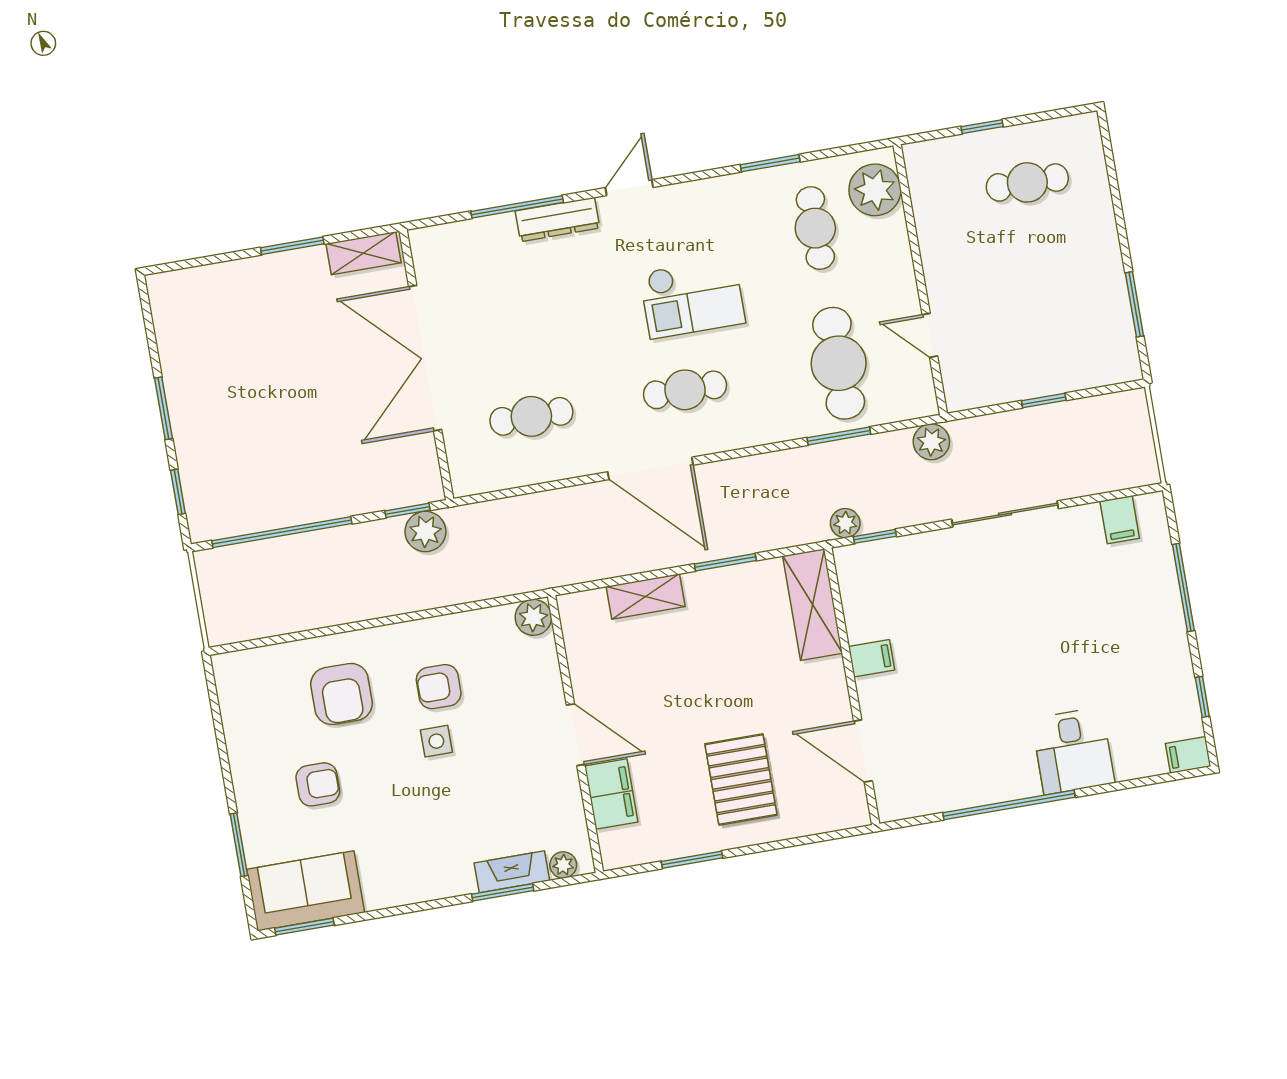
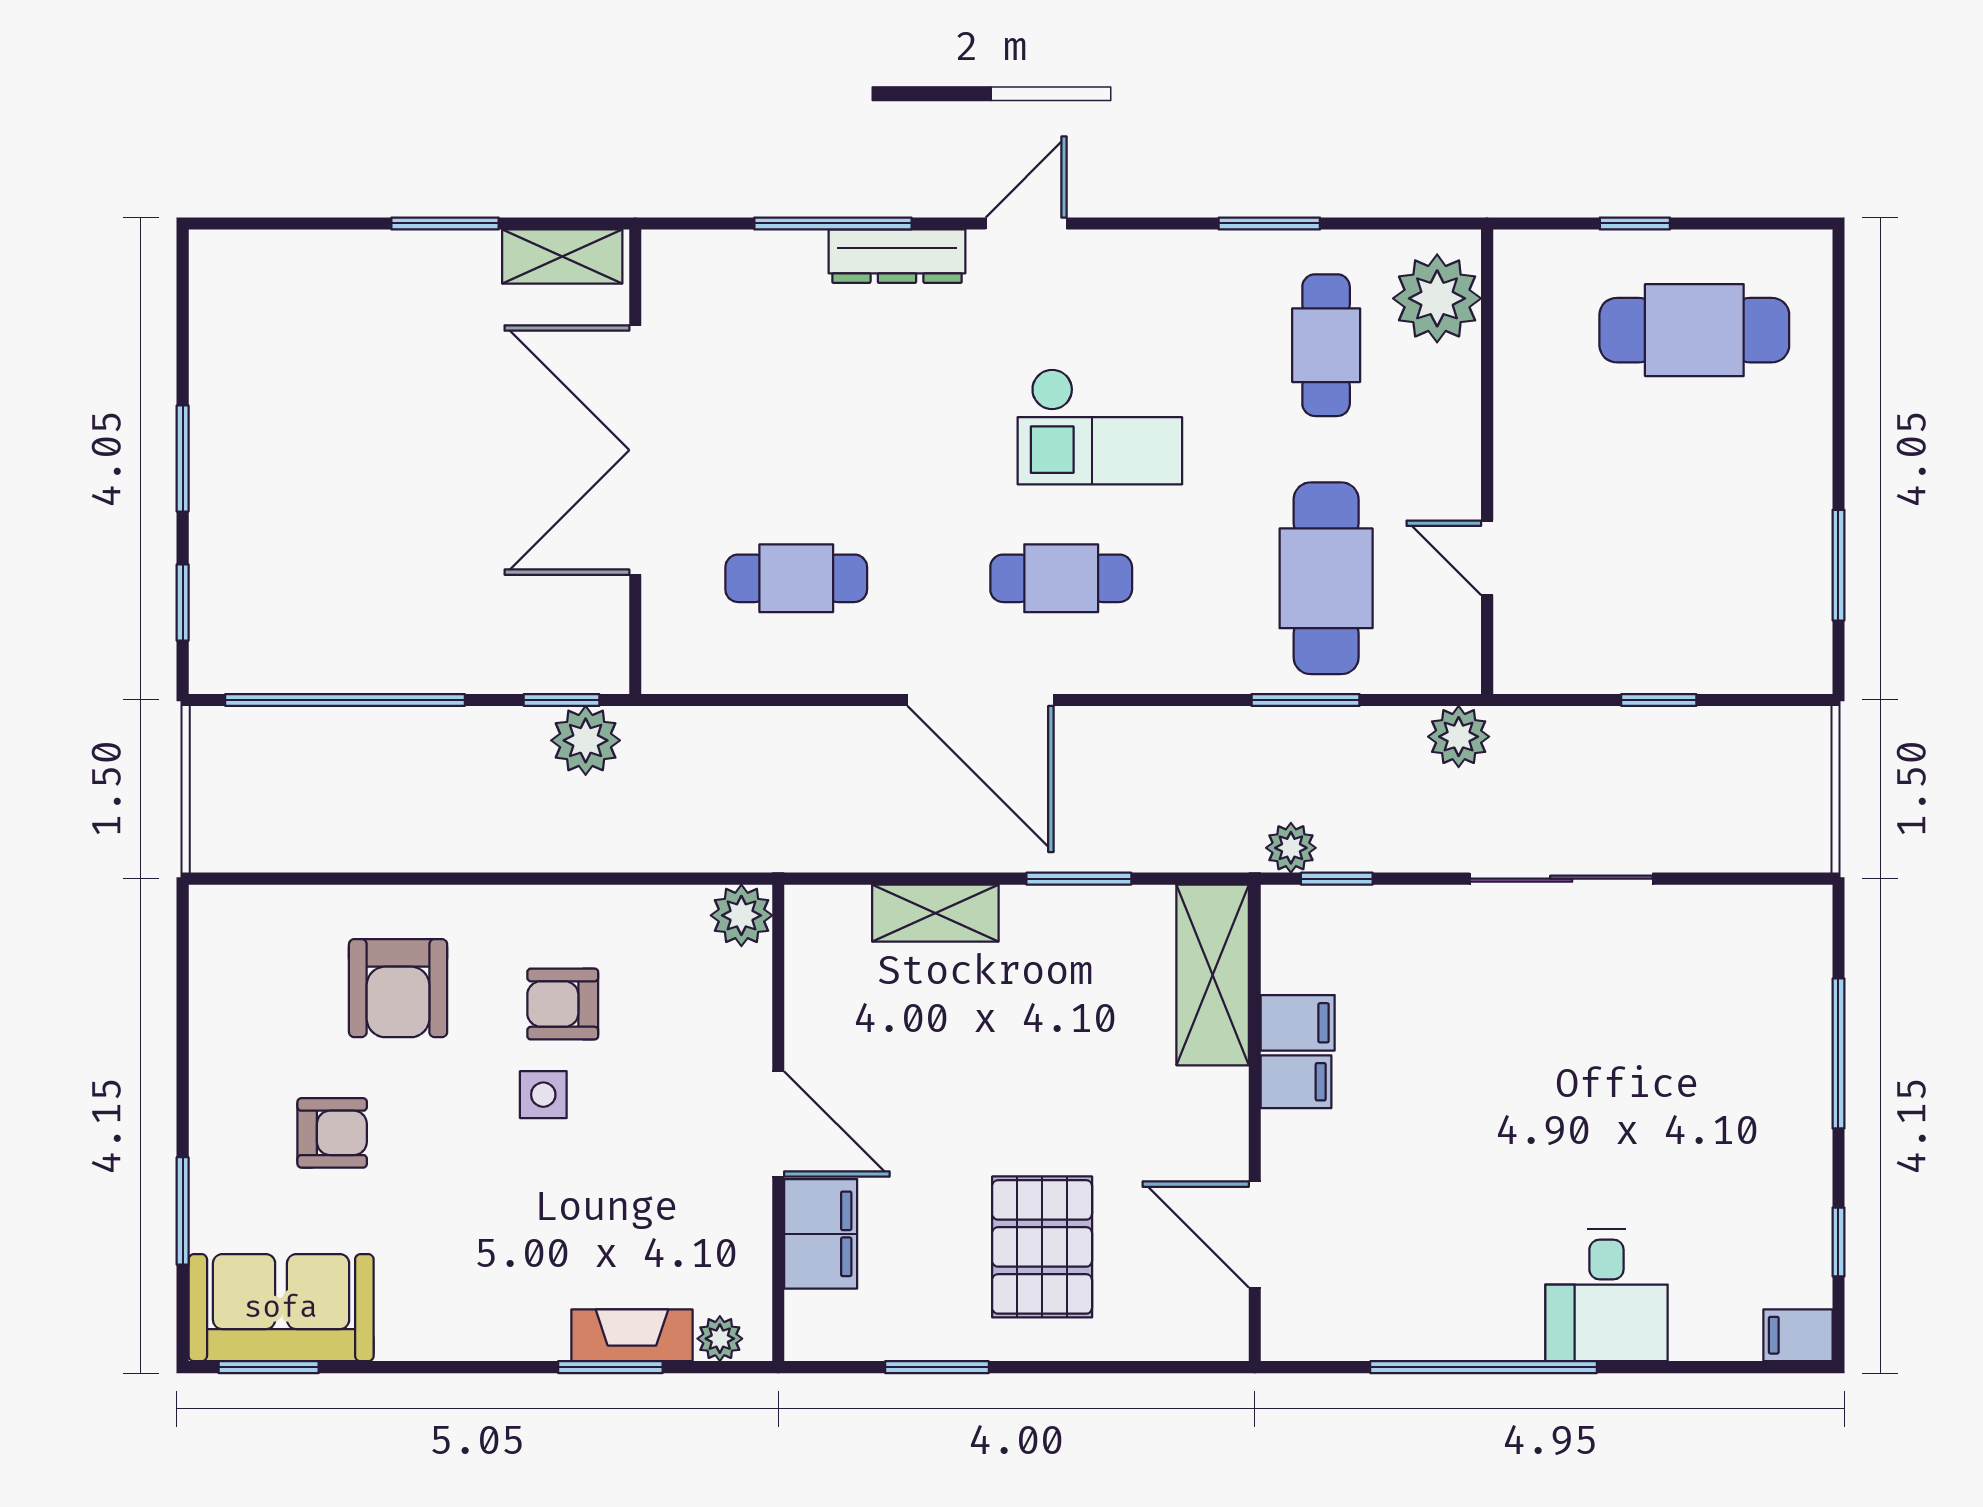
cafe table: (1027, 182) -> (1694, 330), width x1.37, depth x1.35
filing cabinet: (1120, 520) -> (1298, 1023), moved, turned -90

